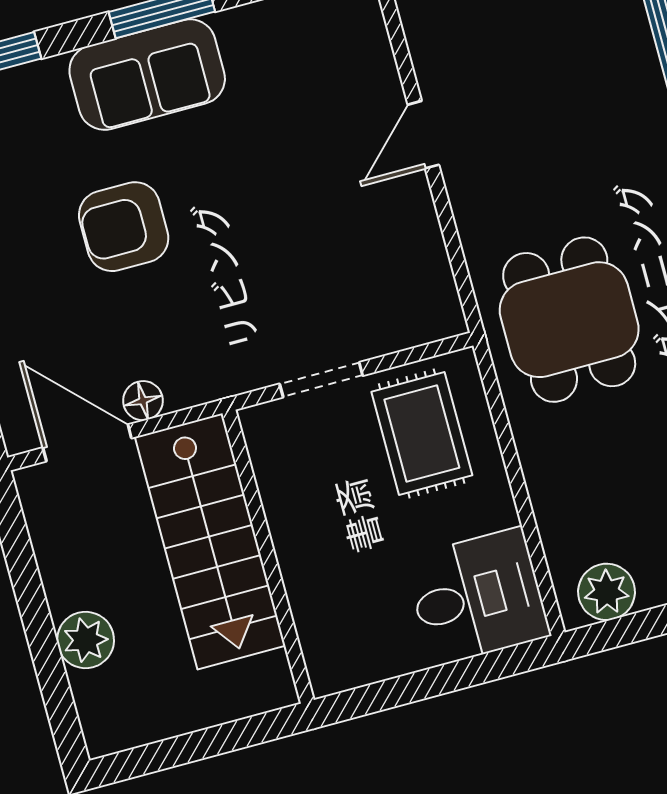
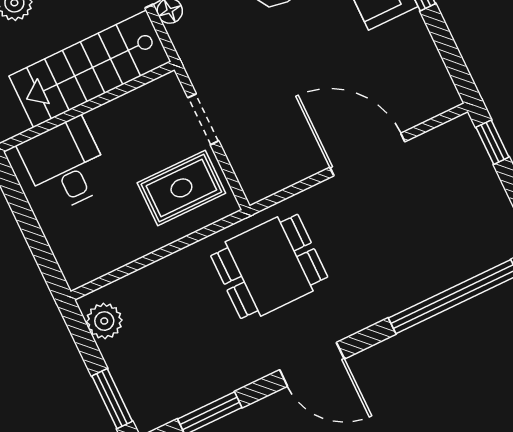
door: (423, 135) -> (367, 155), width x1.87
desk: (477, 597) -> (65, 165), moved, turned 180

